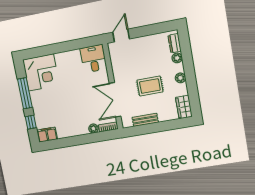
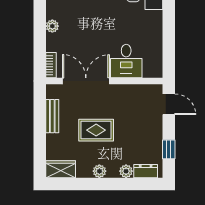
window: (155, 29) -> (169, 149), added
desk: (93, 59) -> (126, 61), moved, turned 90
rug: (150, 86) -> (96, 130), turned 90
plant: (93, 129) -> (52, 26), moved

